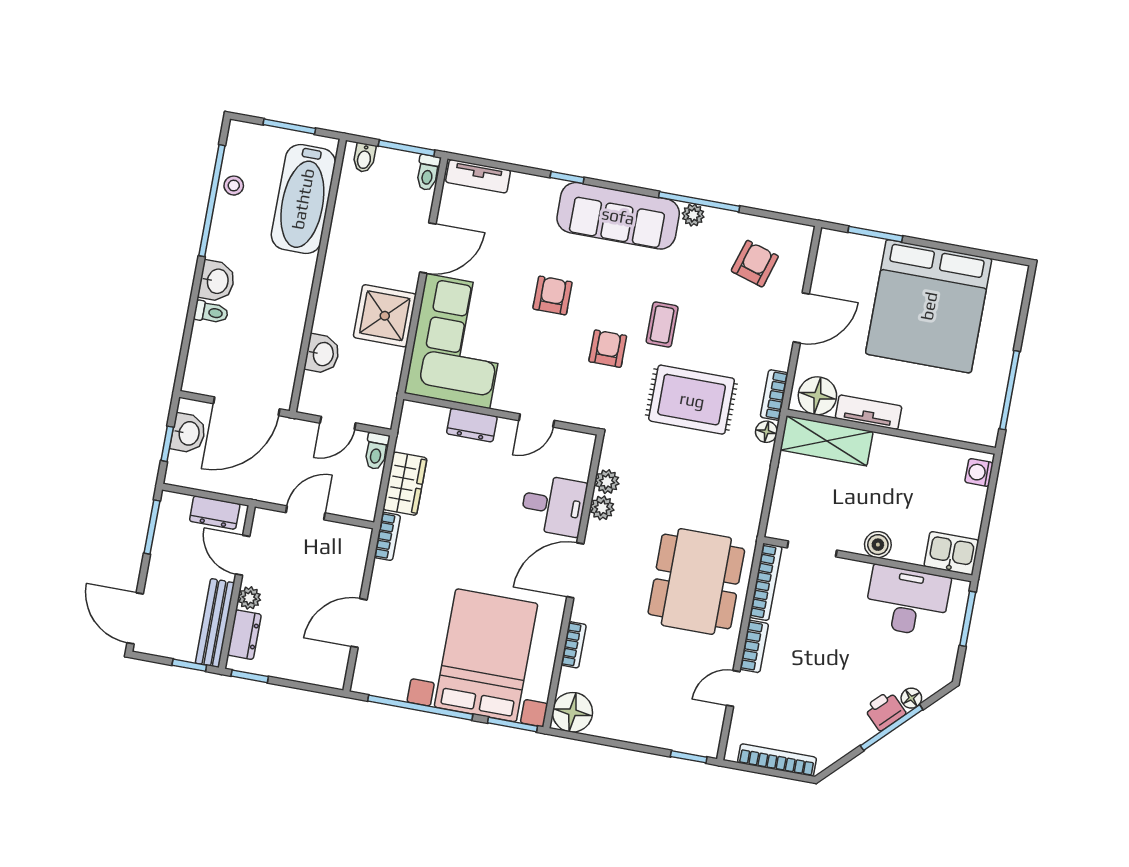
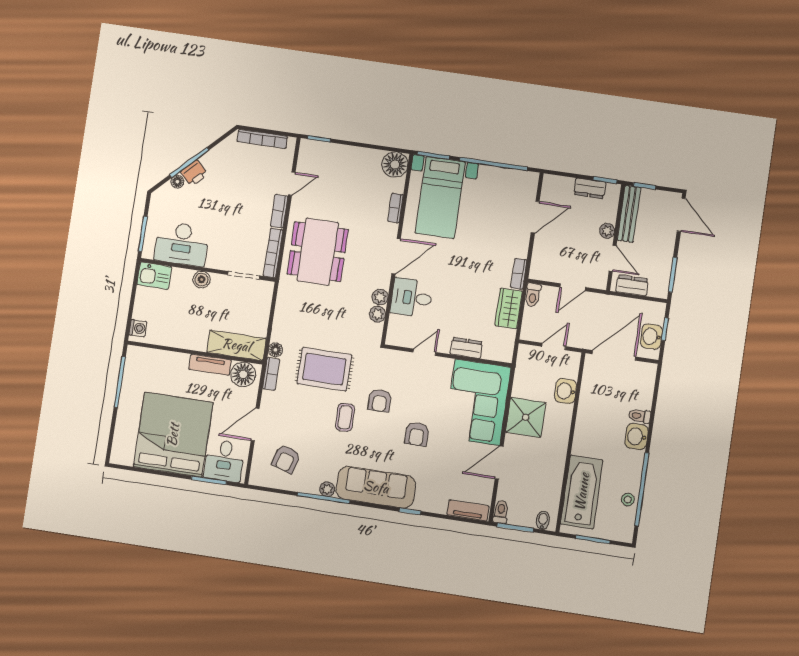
desk: (851, 264) -> (224, 461), added
toilet: (376, 451) -> (533, 295), moved, turned 180
dresser: (244, 635) -> (590, 188), moved, turned -90
bed with nightstands: (486, 655) -> (440, 198), width x0.73

